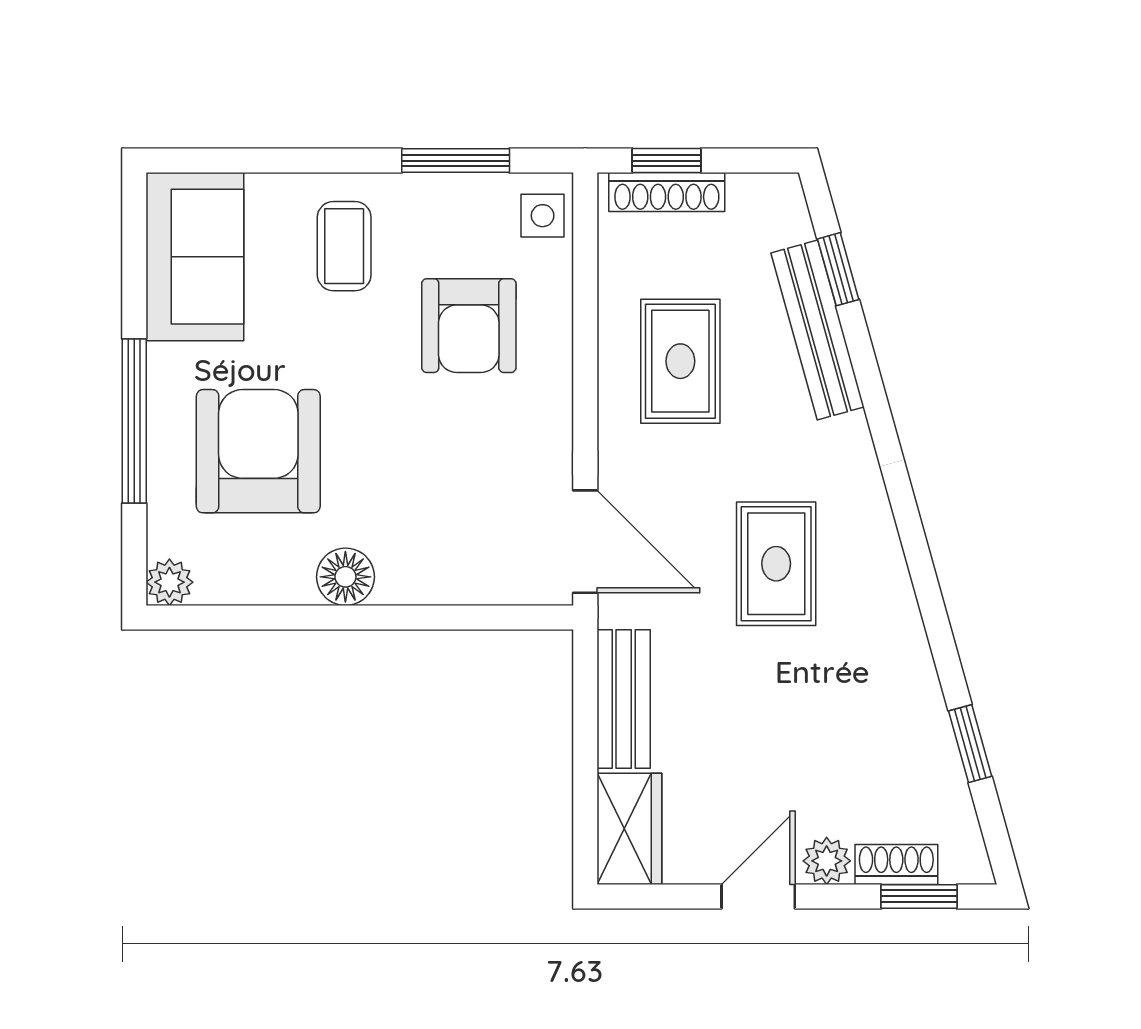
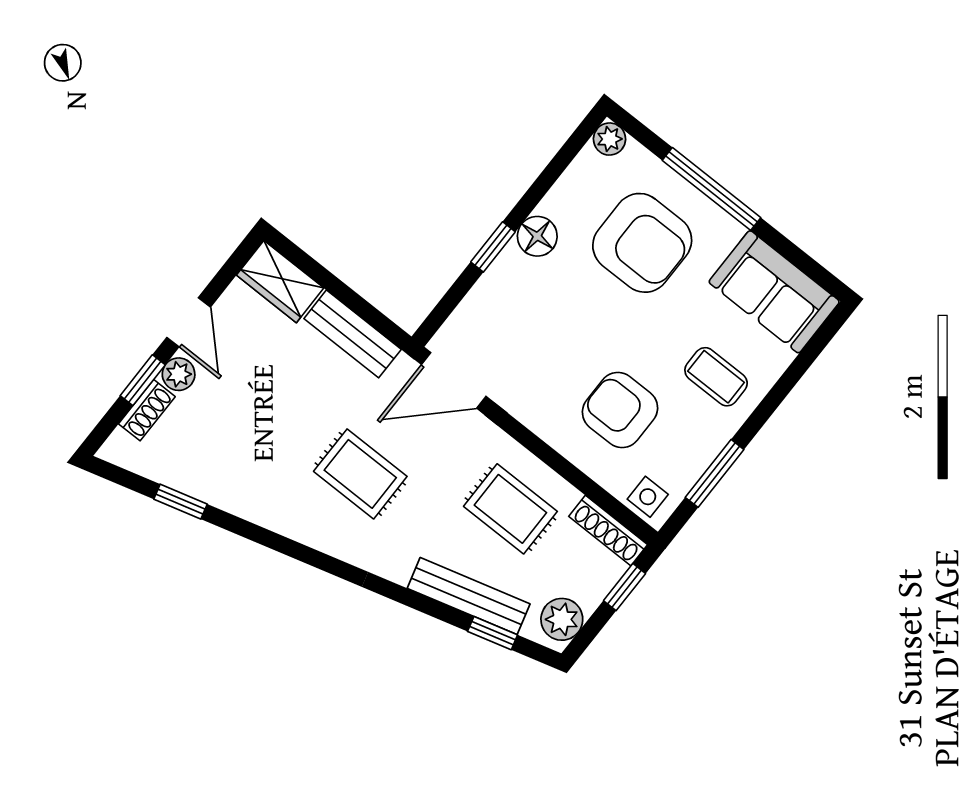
shoe rack: (667, 192) -> (608, 531), moved, turned -90
plant: (760, 203) -> (562, 619), added
window: (398, 617) -> (493, 247), added
window: (919, 896) -> (143, 380), moved

